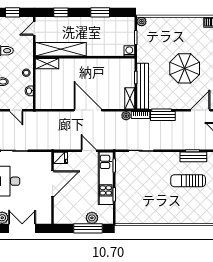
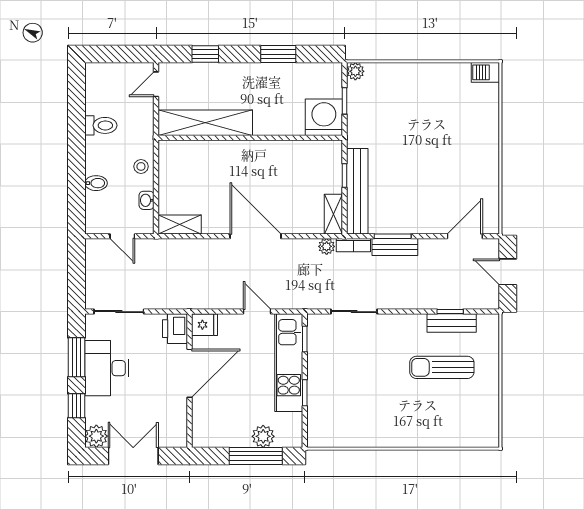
window: (13, 12) -> (115, 54), removed
washing machine: (129, 51) -> (324, 117), width x1.89, depth x1.89
shelving: (47, 64) -> (180, 224), moved
parasol: (185, 68) -> (435, 158), removed
printer: (45, 160) -> (175, 329), added

